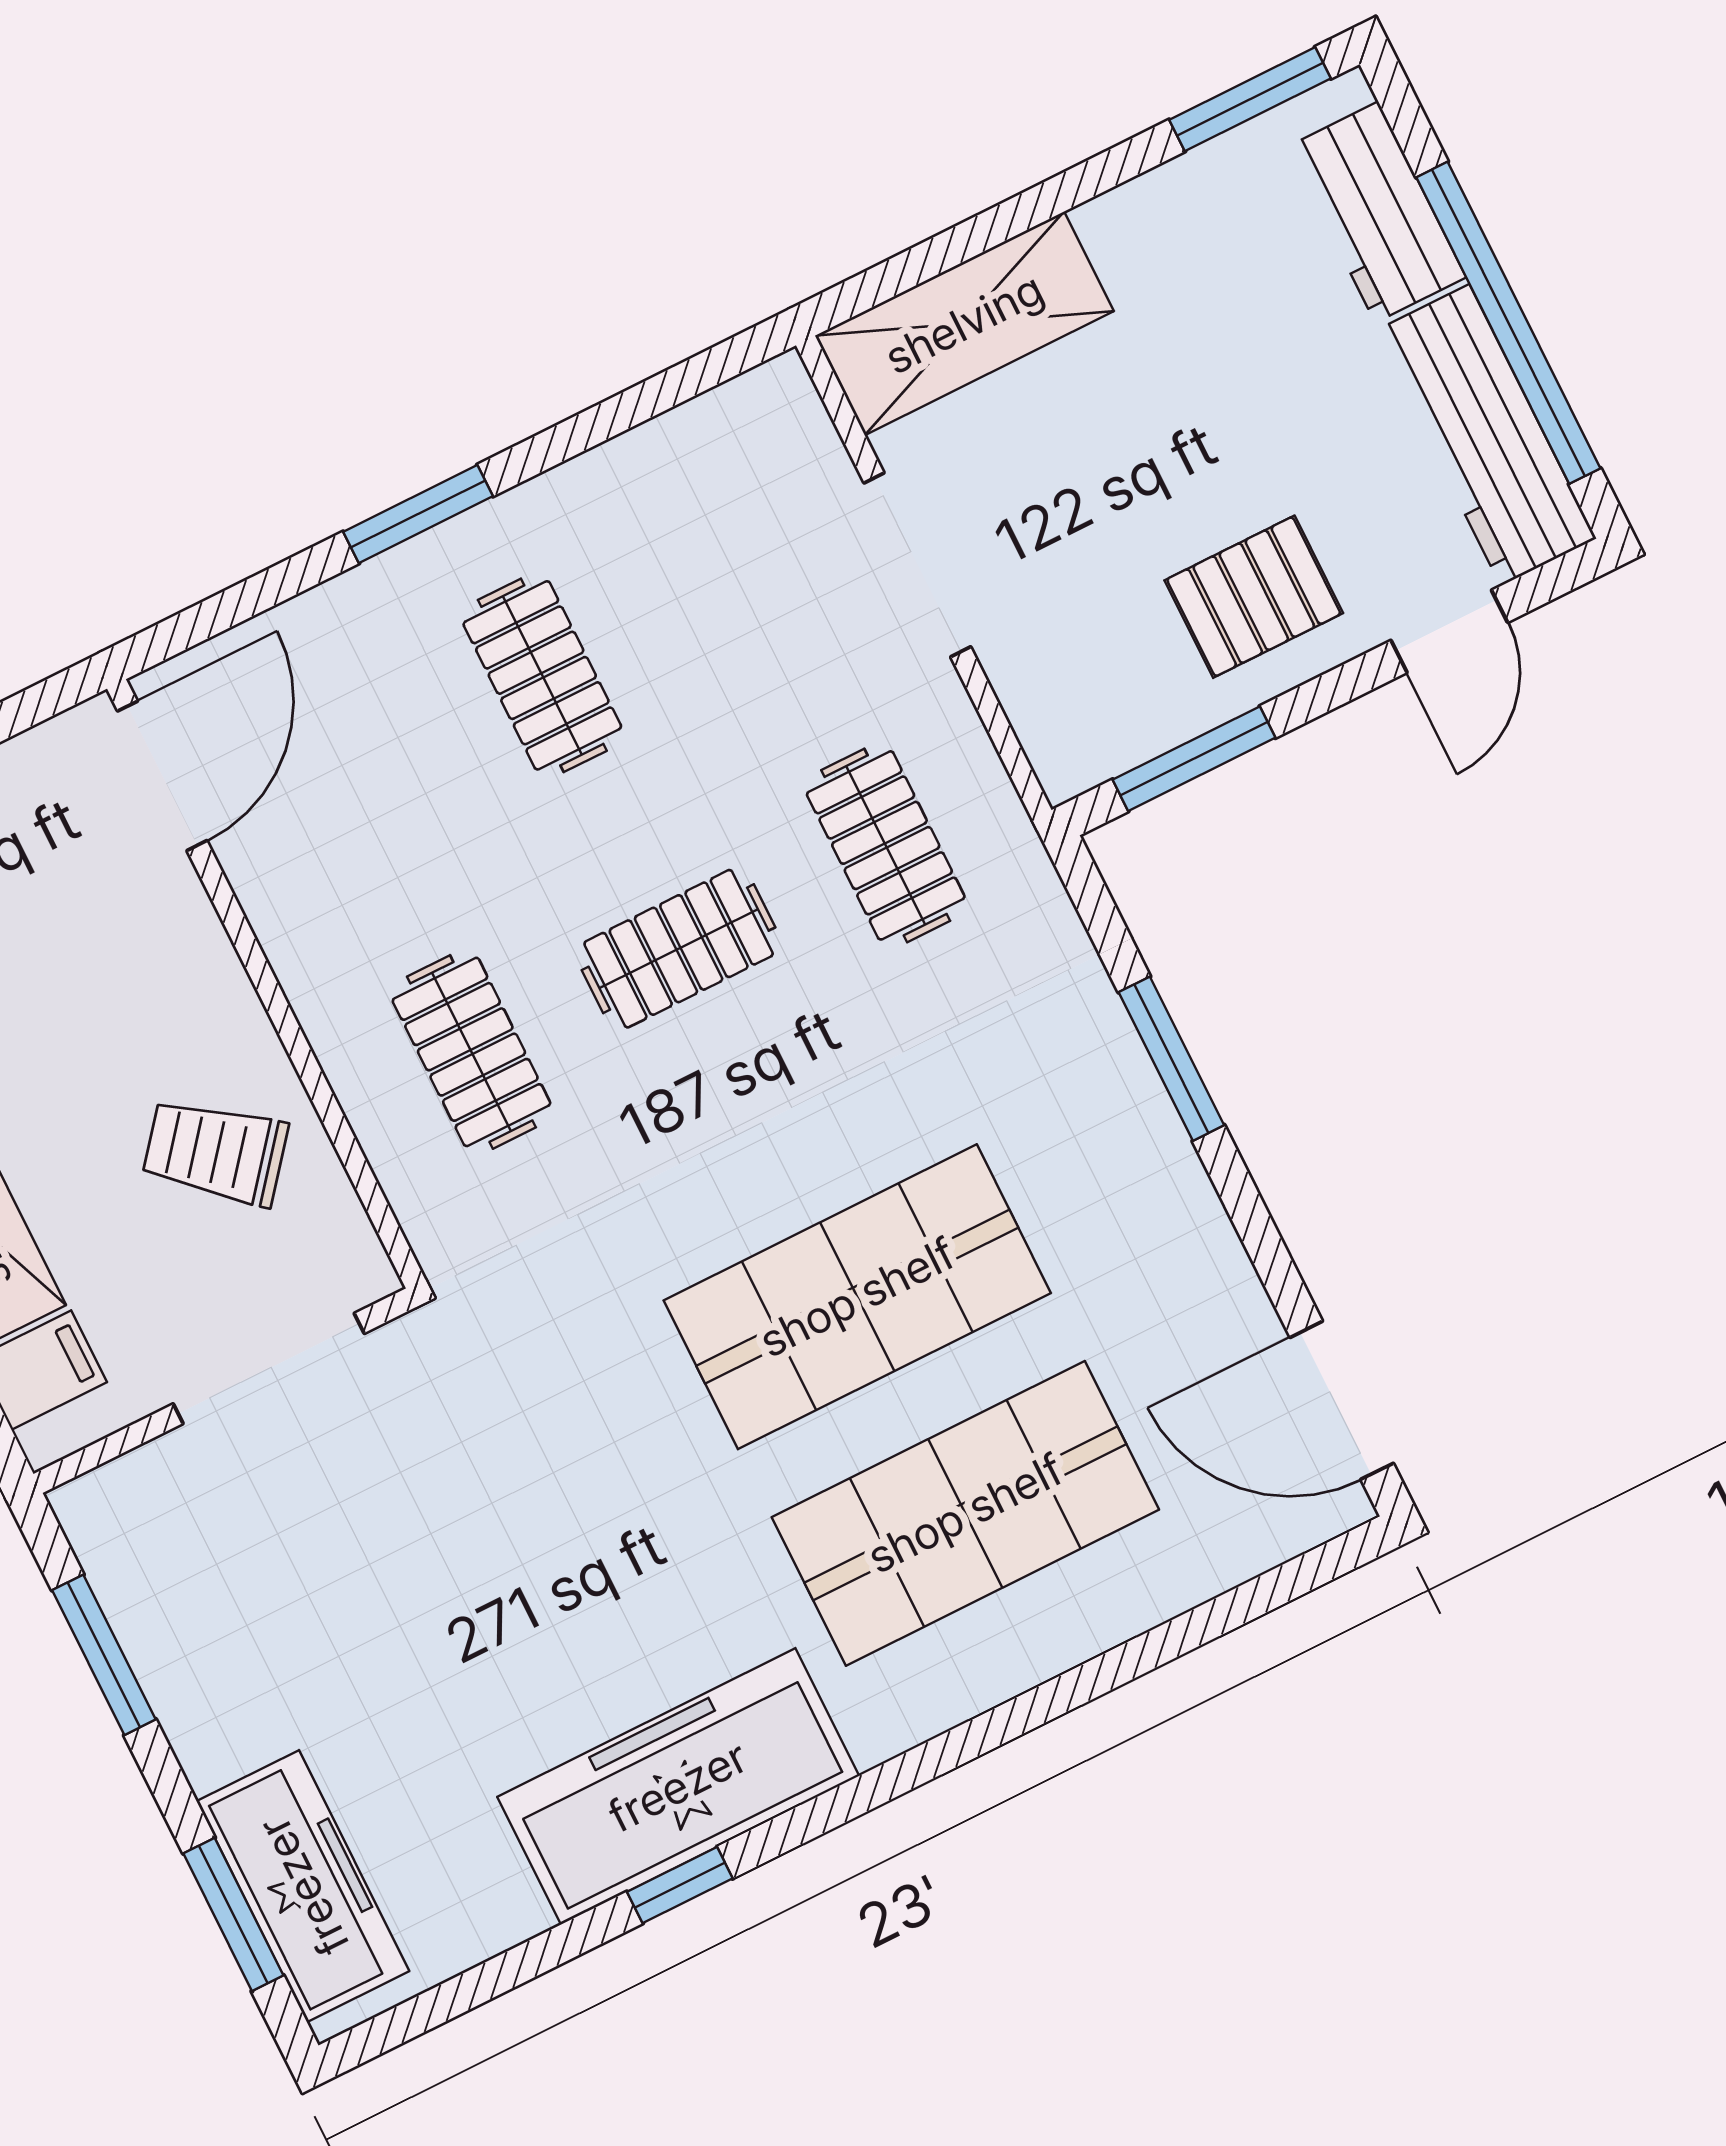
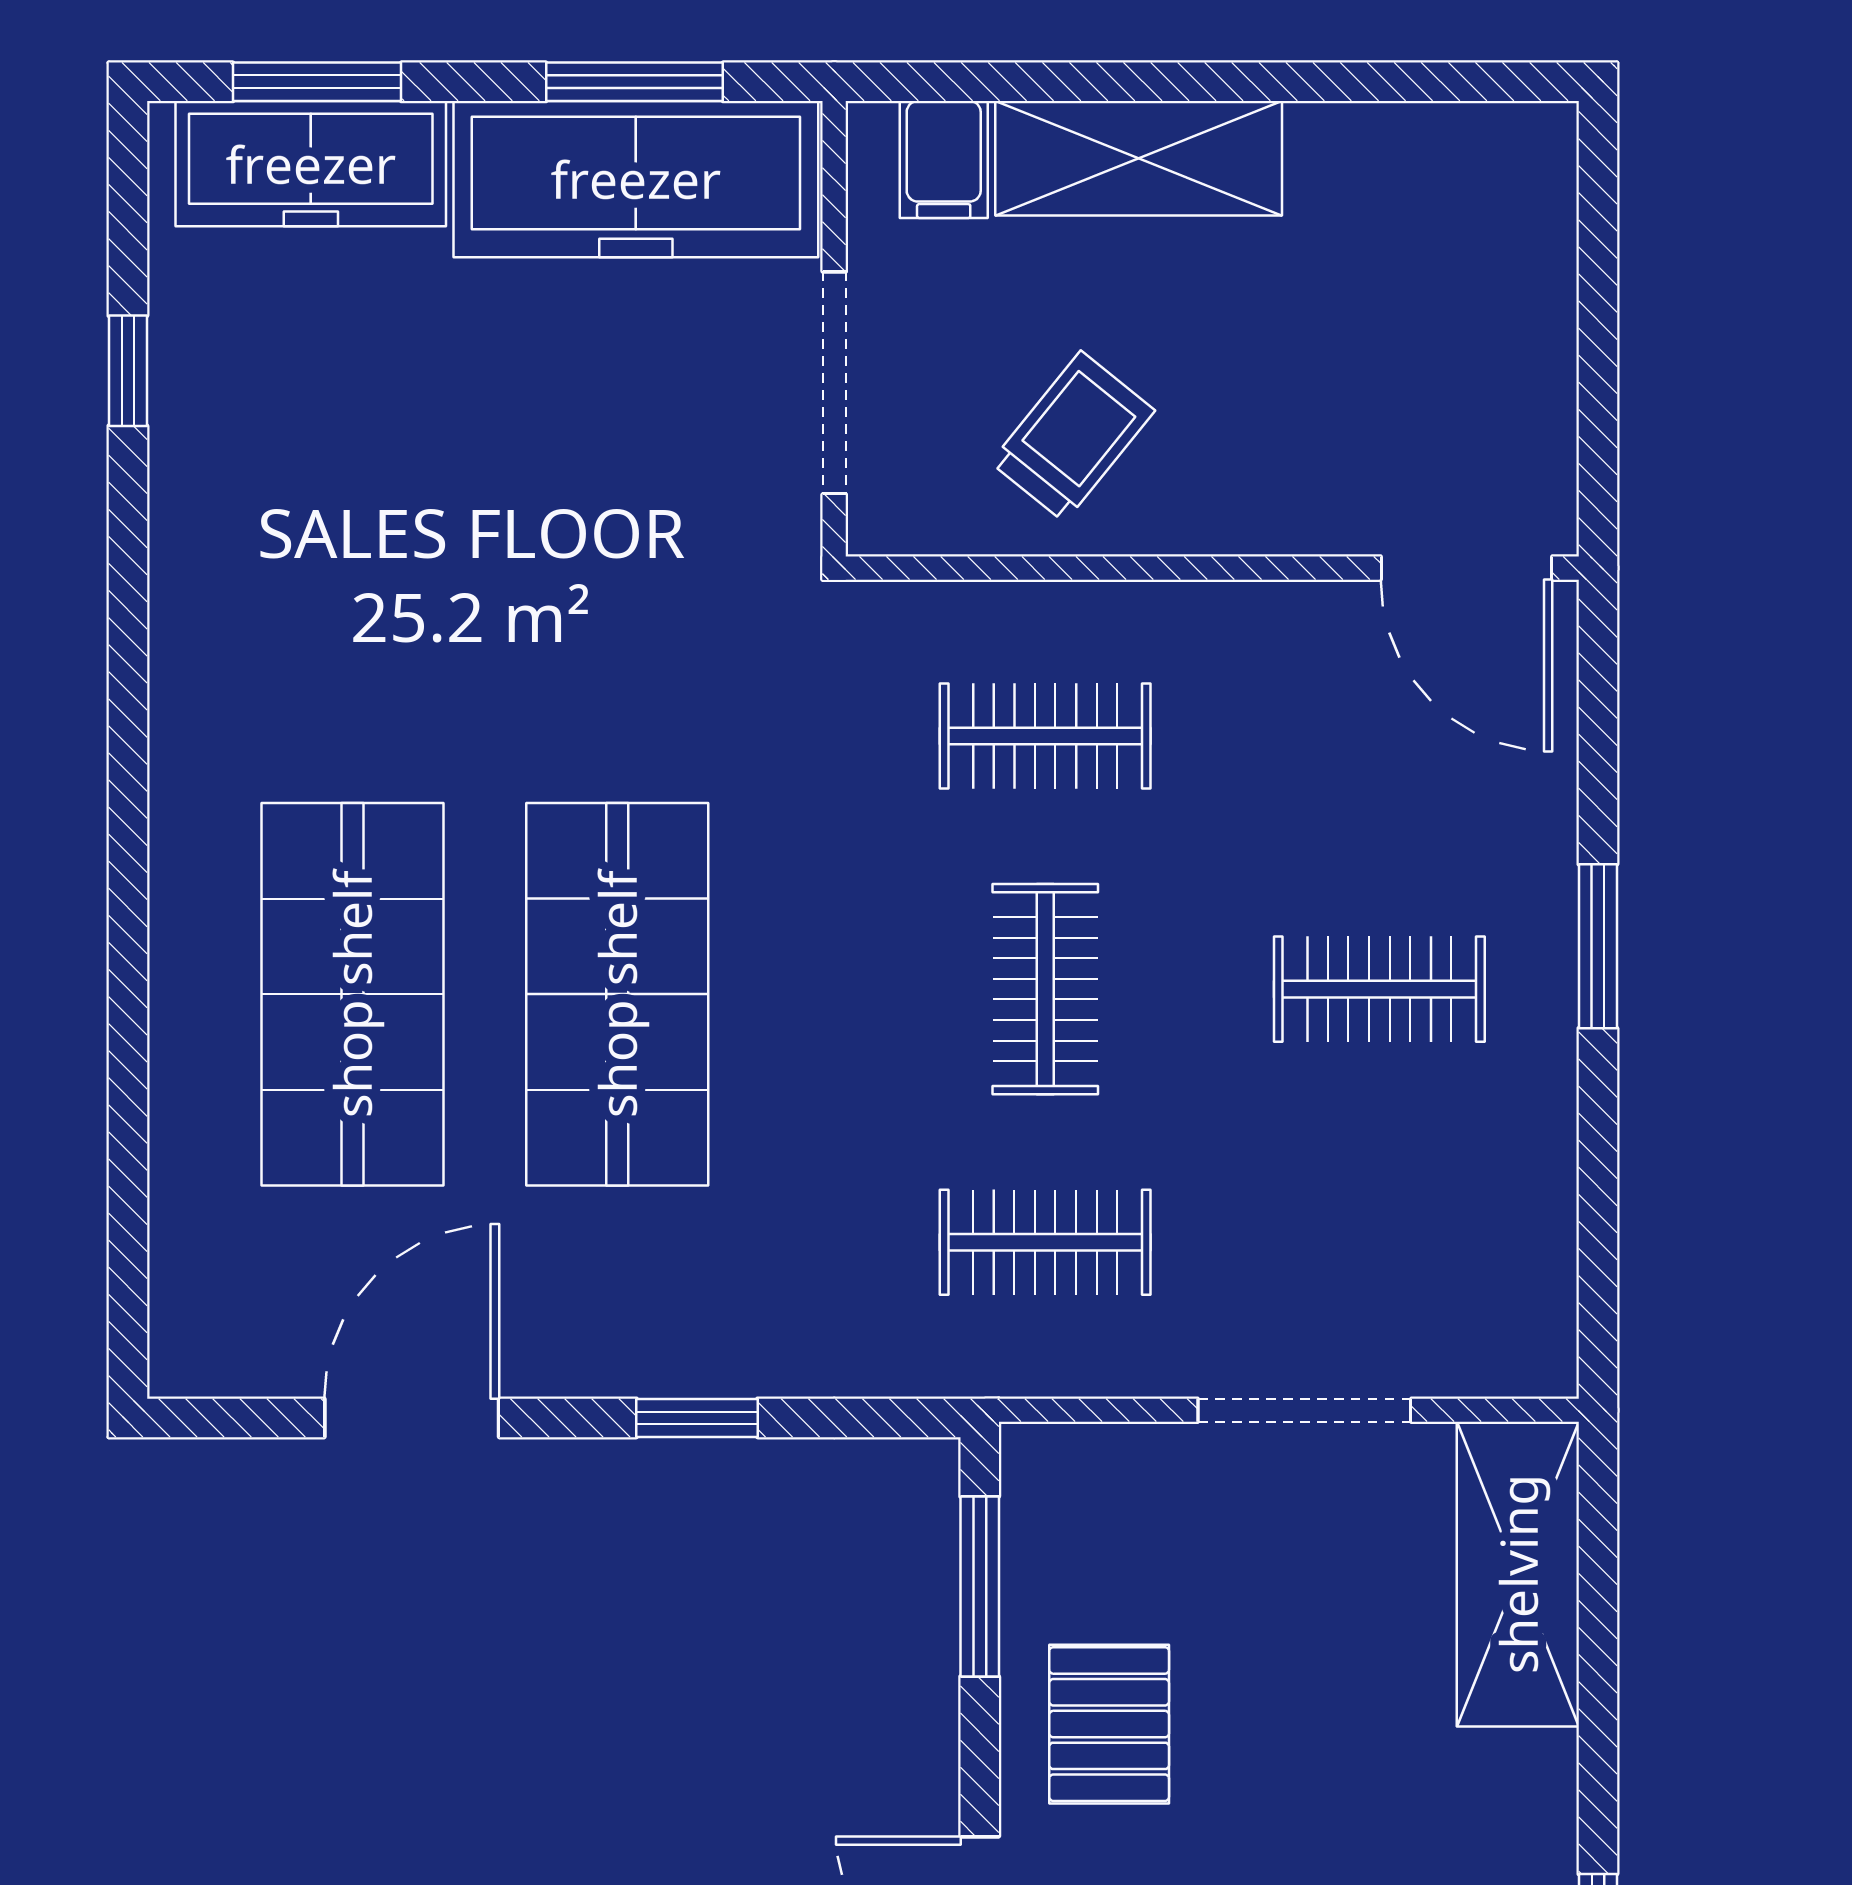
window: (1171, 1059) -> (697, 1418), width x0.67
door: (1342, 1400) -> (412, 1418), moved
freezer: (678, 1786) -> (636, 179), moved, turned 90
window: (680, 1885) -> (128, 371), moved

